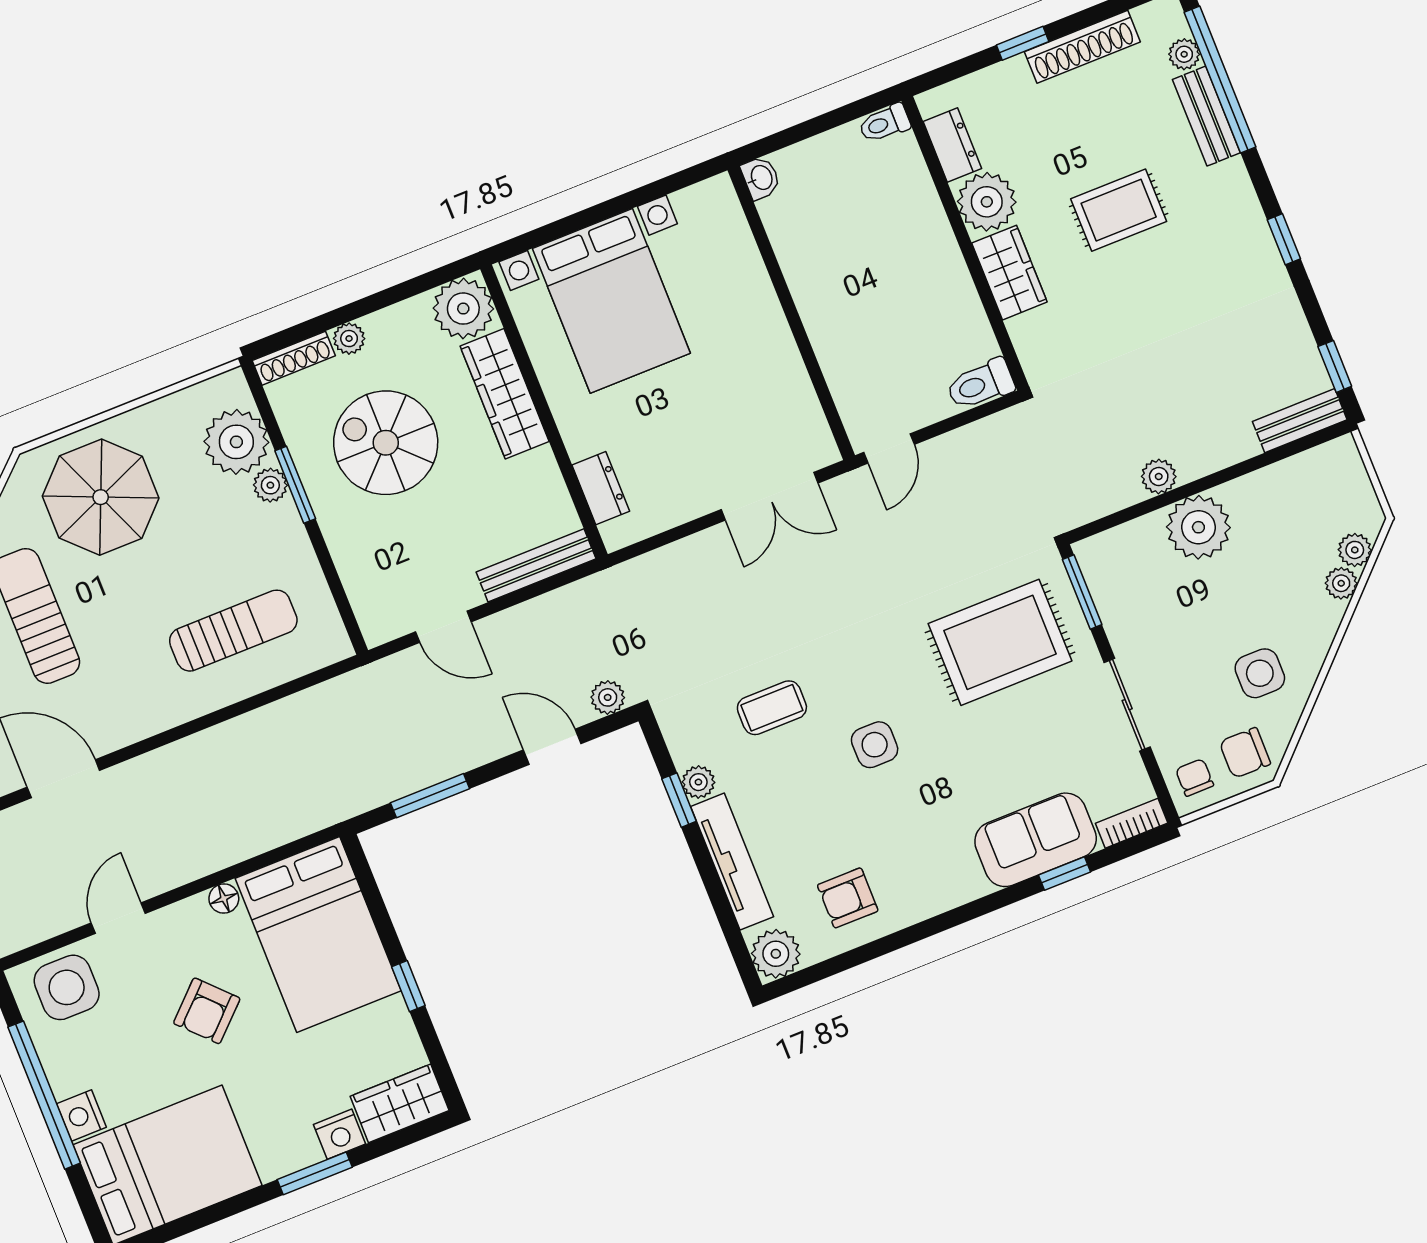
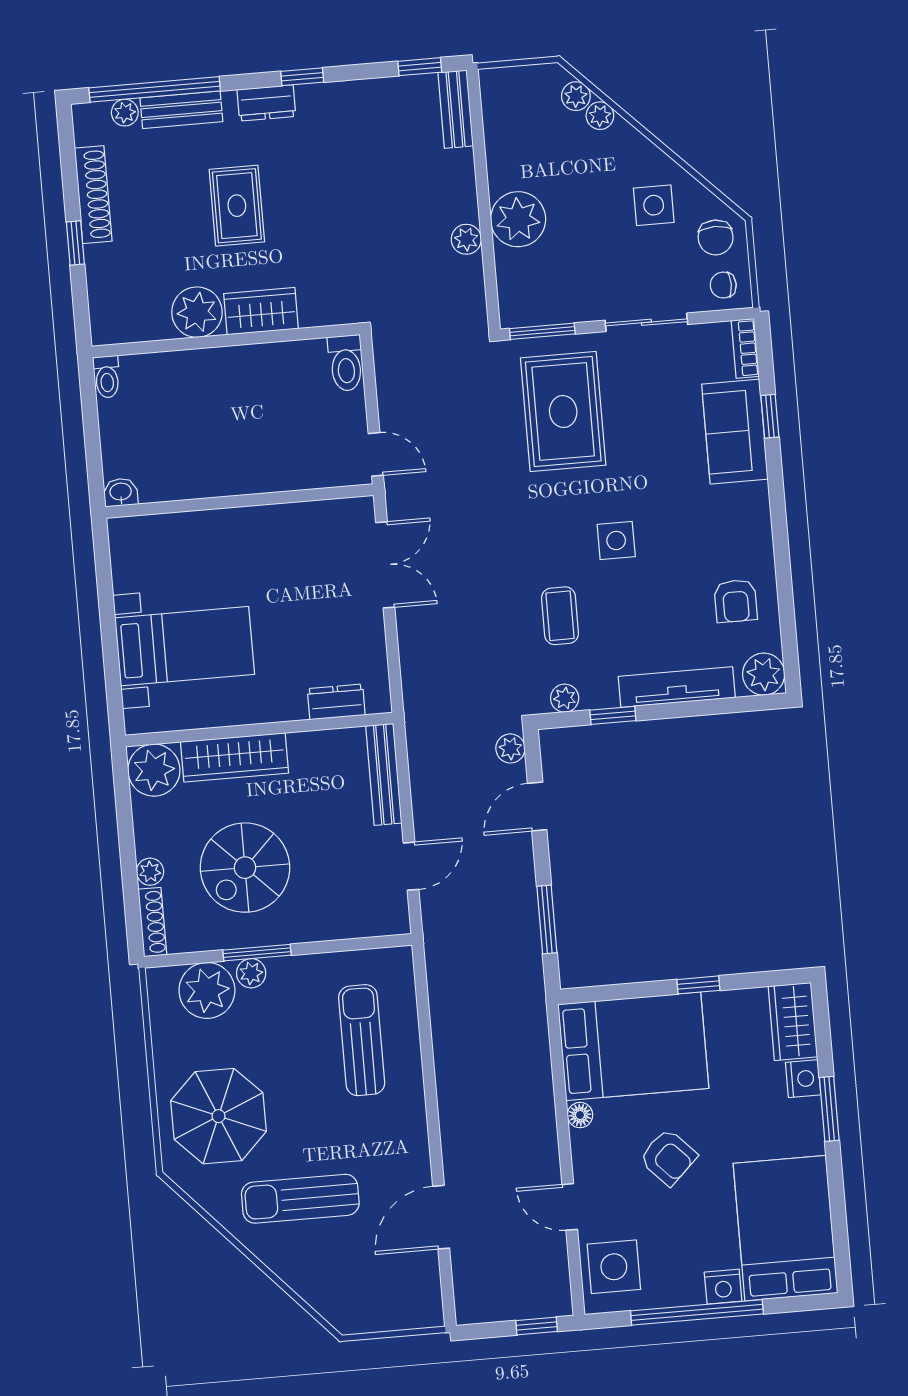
dresser: (952, 145) -> (266, 103), moved, turned 180
bed with nightstands: (611, 301) -> (185, 646), width x0.73
plant: (698, 782) -> (565, 698), moved

